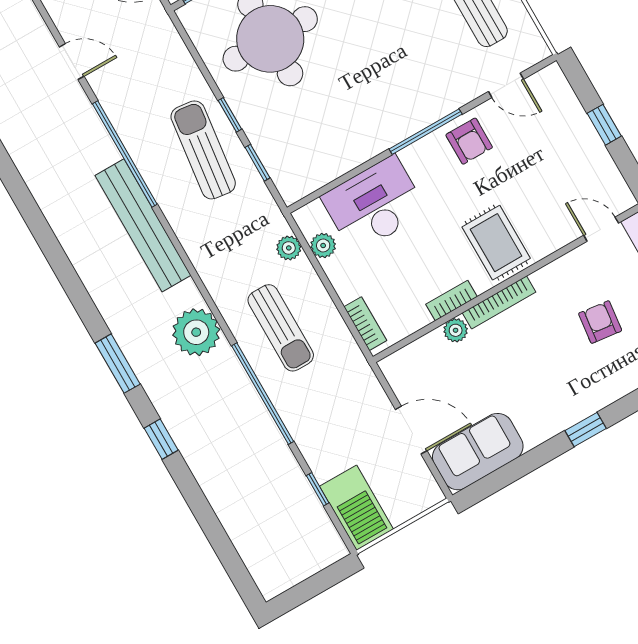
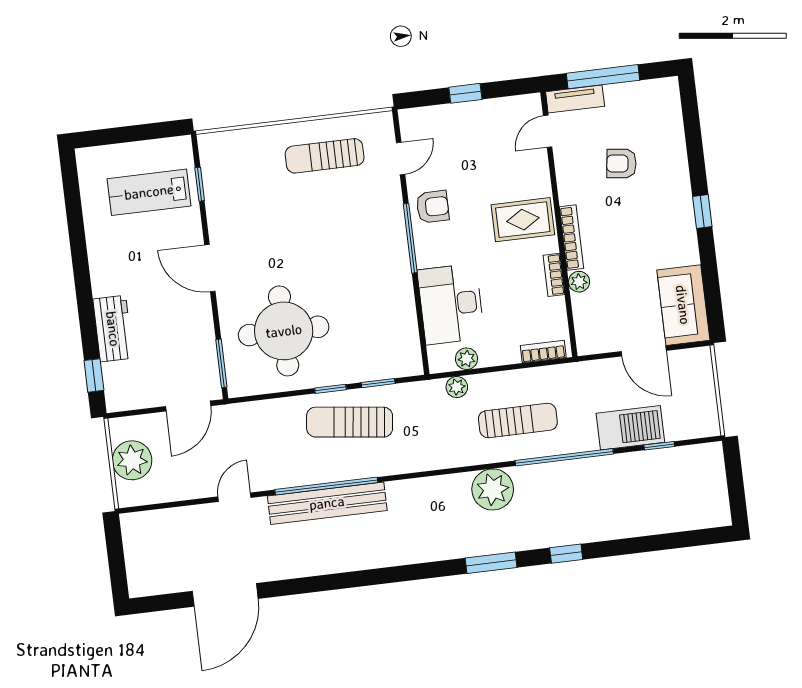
bench: (143, 225) -> (327, 503), moved
door: (411, 430) -> (644, 351), swing flipped
barbecue: (357, 508) -> (630, 428), moved

